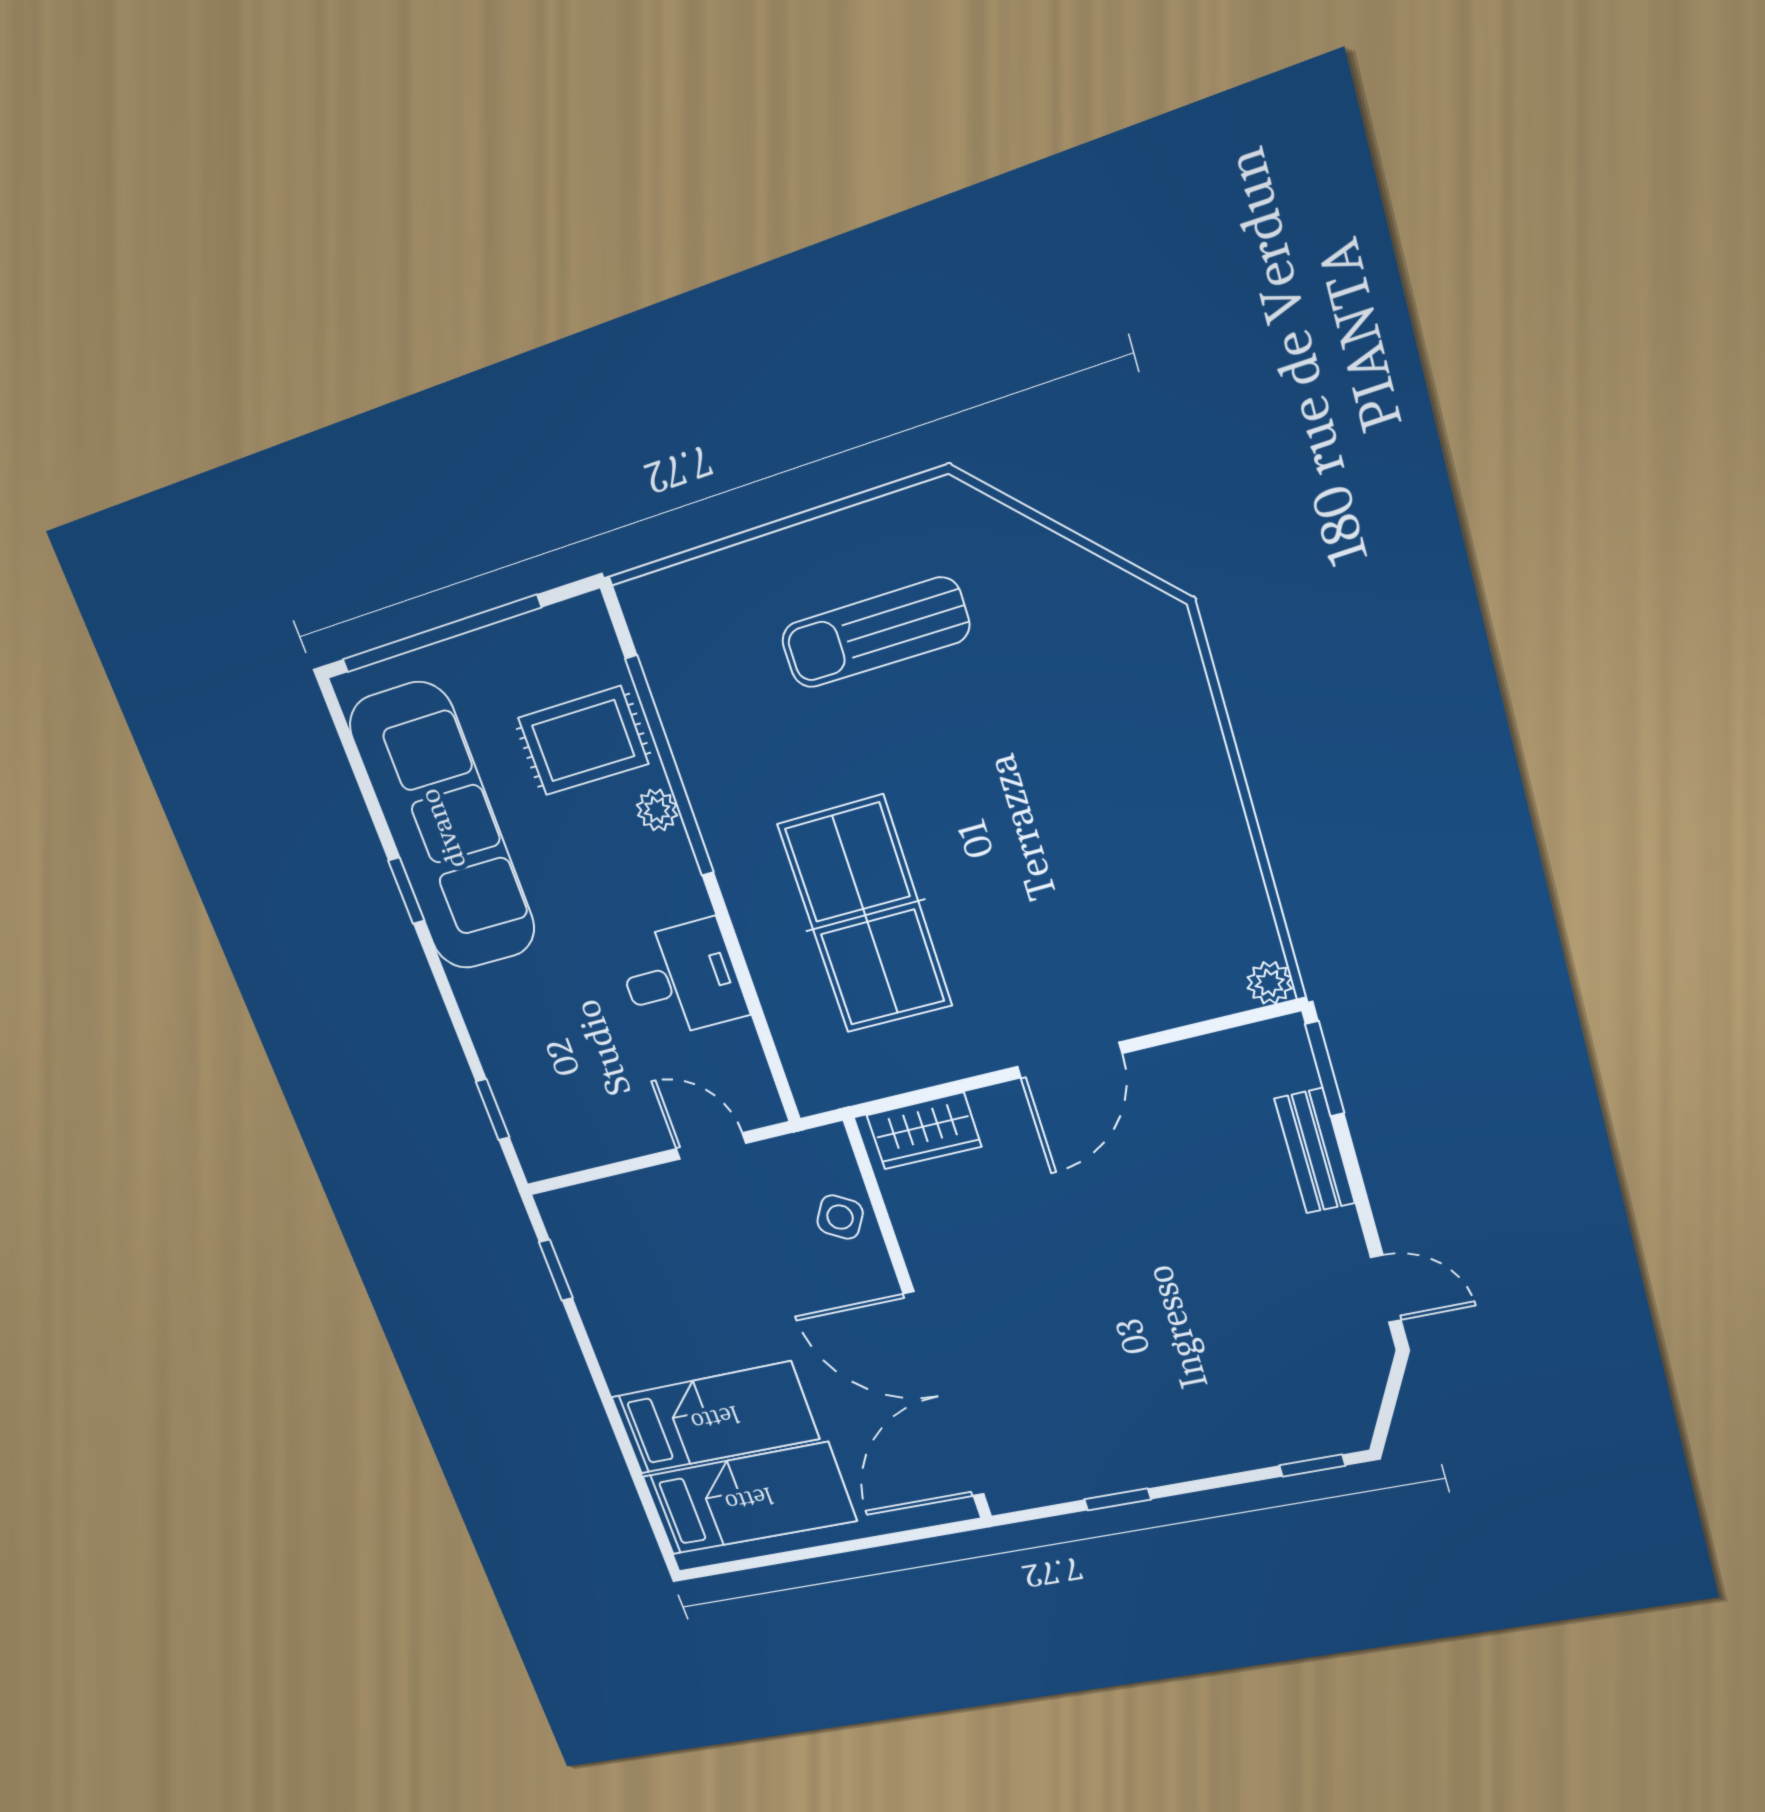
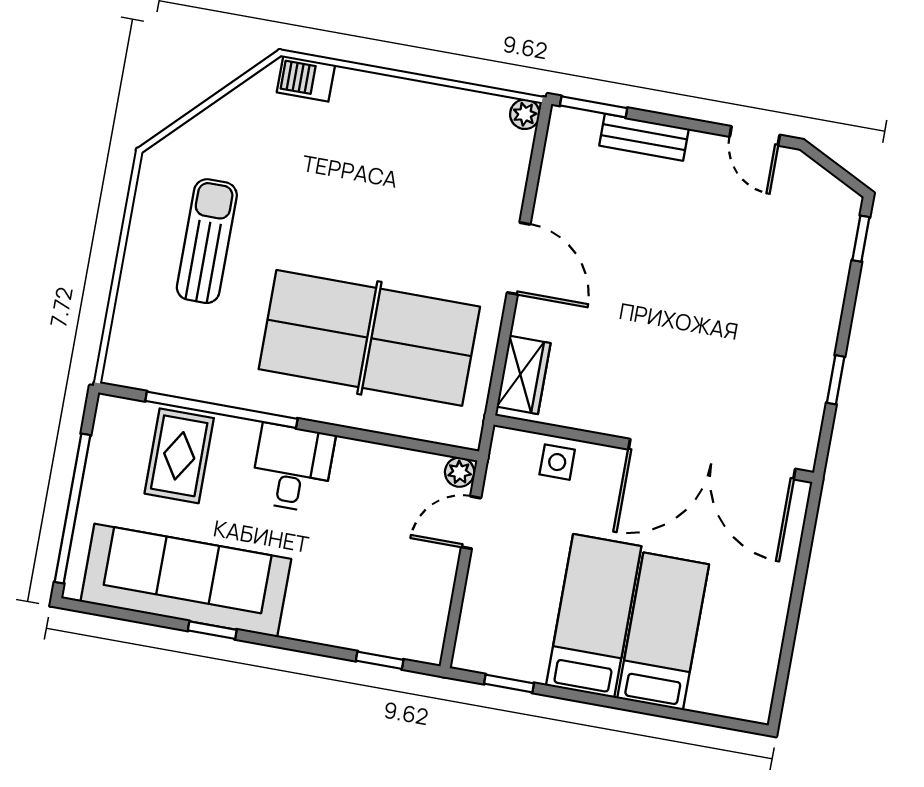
sun lounger: (875, 633) -> (207, 241), turned 180
barbecue: (1171, 657) -> (306, 79), added
plant: (657, 810) -> (460, 472), moved
table tennis table: (865, 915) -> (369, 338), width x1.36, depth x1.32
desk: (681, 979) -> (292, 468), moved
side table: (840, 1217) -> (557, 462), turned -31
door: (1386, 1289) -> (755, 136), swing flipped
bed: (749, 1499) -> (594, 616), moved

